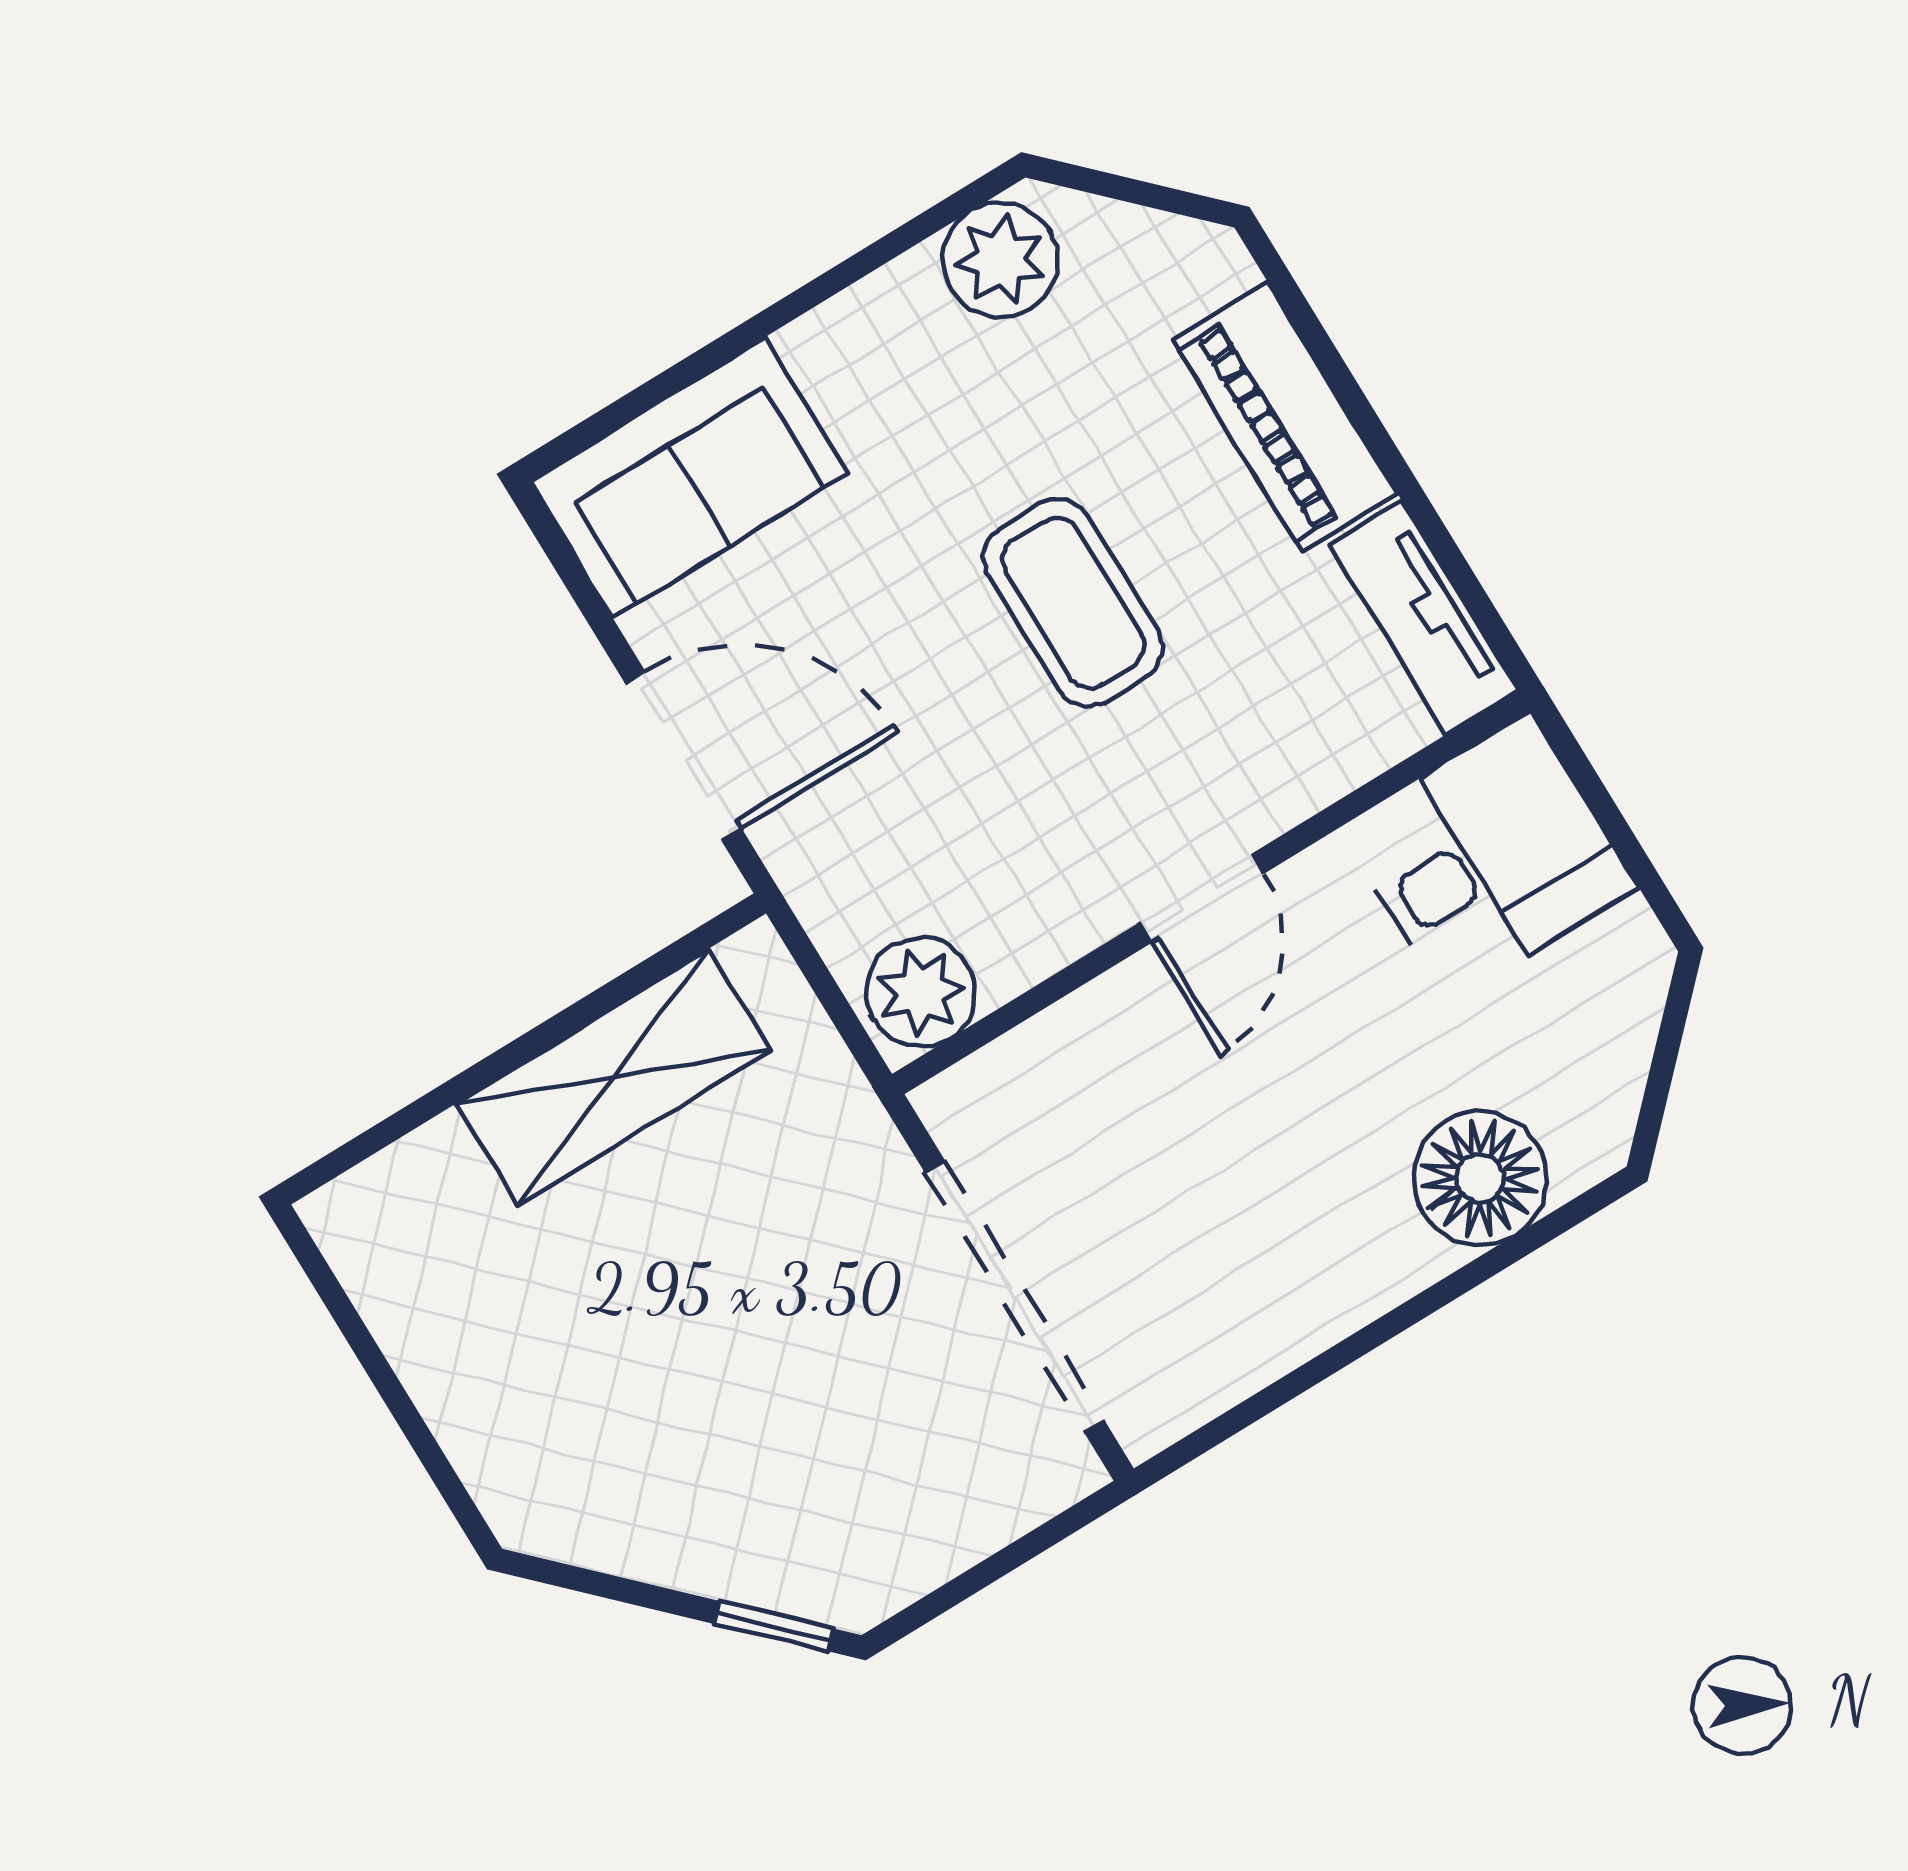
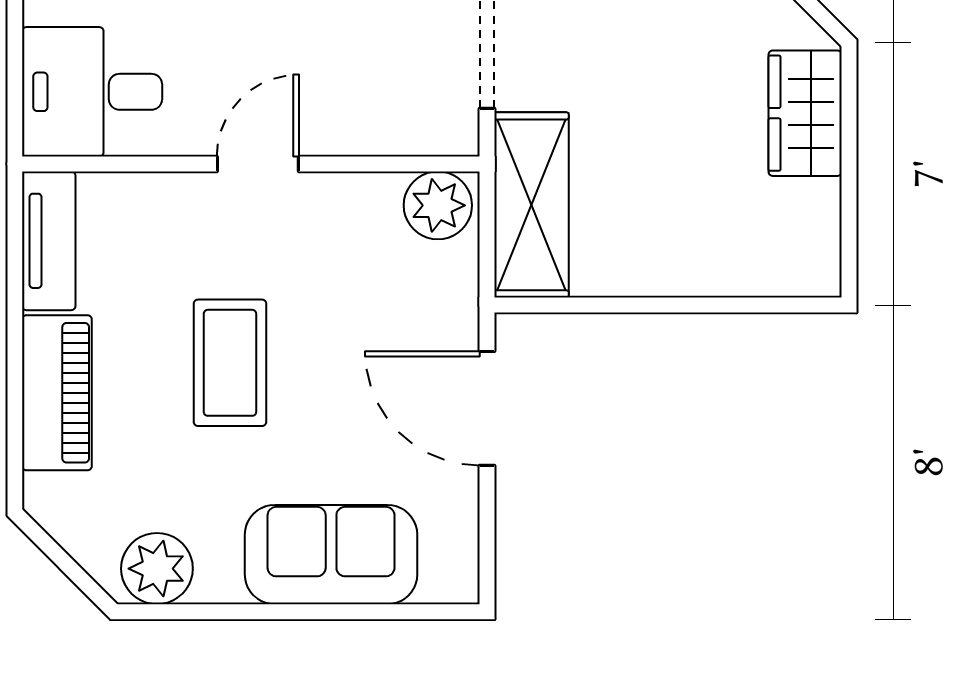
sofa: (689, 478) -> (331, 555), moved
shelving: (613, 1077) -> (532, 205), moved, turned 90
wardrobe: (496, 1426) -> (805, 113), added

